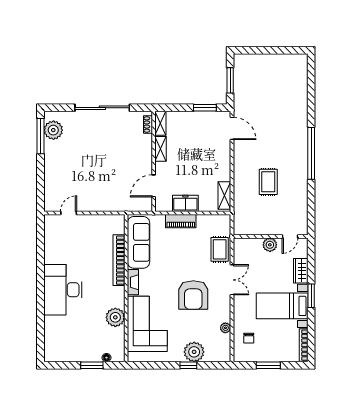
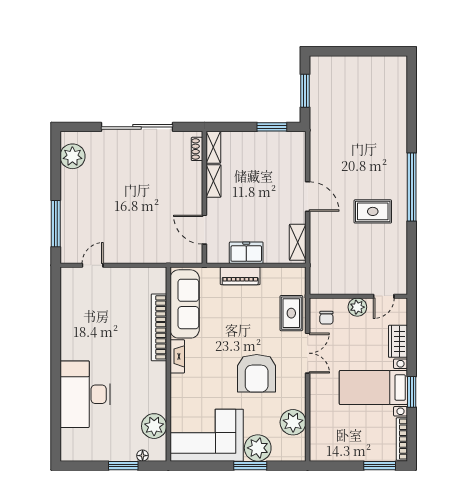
door: (232, 128) -> (308, 196), moved
window: (41, 136) -> (56, 224), moved
rug: (268, 182) -> (373, 211), moved, turned 90
door: (154, 186) -> (204, 230), hinge flipped
desk: (63, 290) -> (85, 394), moved
window: (311, 296) -> (412, 392), moved
plant: (115, 317) -> (154, 426), moved
corner sofa: (147, 324) -> (207, 435), moved, turned -90
plant: (225, 328) -> (293, 422), width x1.87, depth x1.87
chair: (249, 338) -> (326, 318), moved
window: (188, 365) -> (250, 466), width x1.50
window: (268, 365) -> (380, 466), moved

